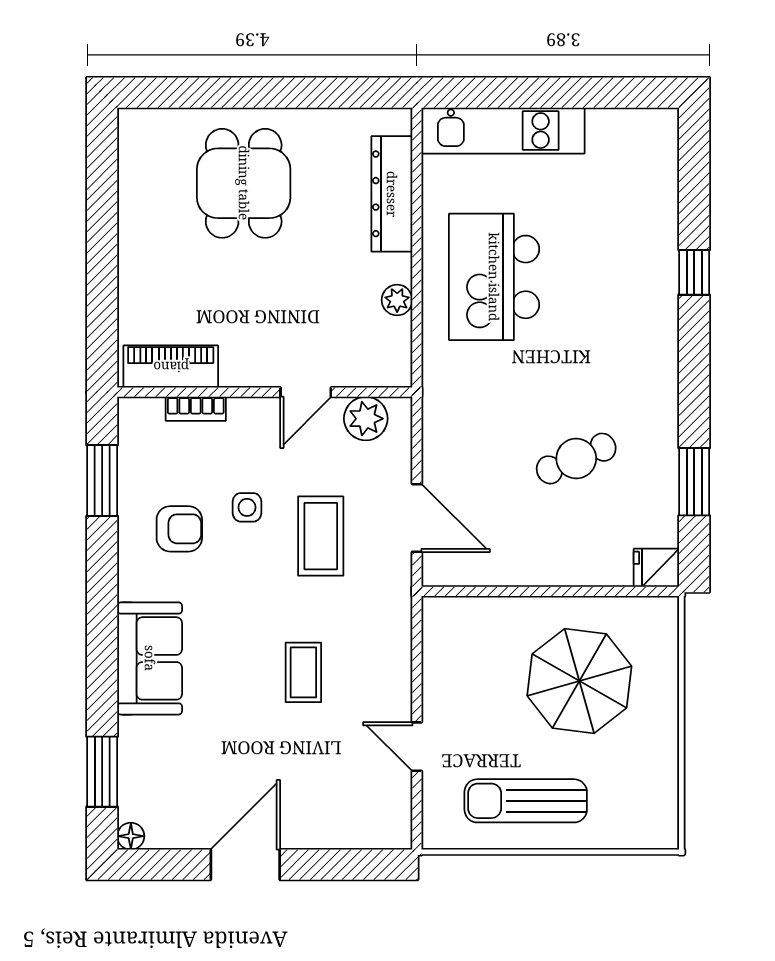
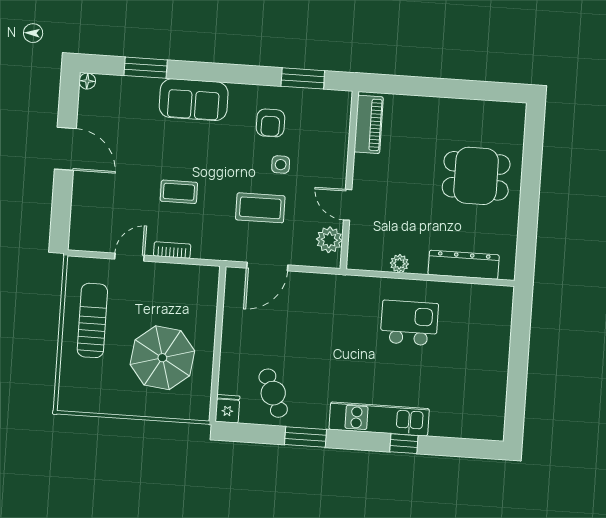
kitchen unit: (503, 131) -> (379, 419), moved, turned 90
kitchen island: (494, 277) -> (409, 323), width x0.73, depth x0.78
bookcase: (196, 409) -> (172, 250), moved, turned 90
cafe table: (576, 459) -> (273, 393), moved
window: (694, 482) -> (306, 437), moved
window: (102, 772) -> (146, 68), moved

